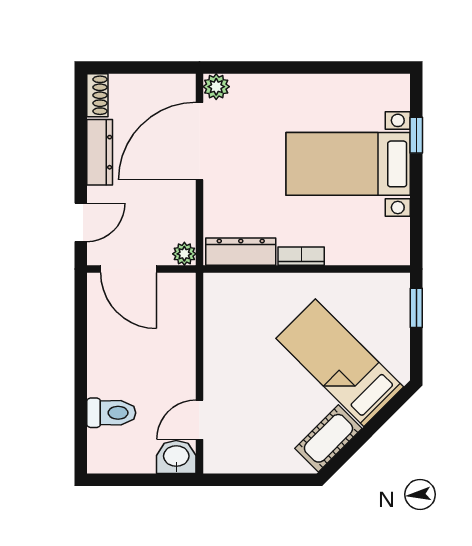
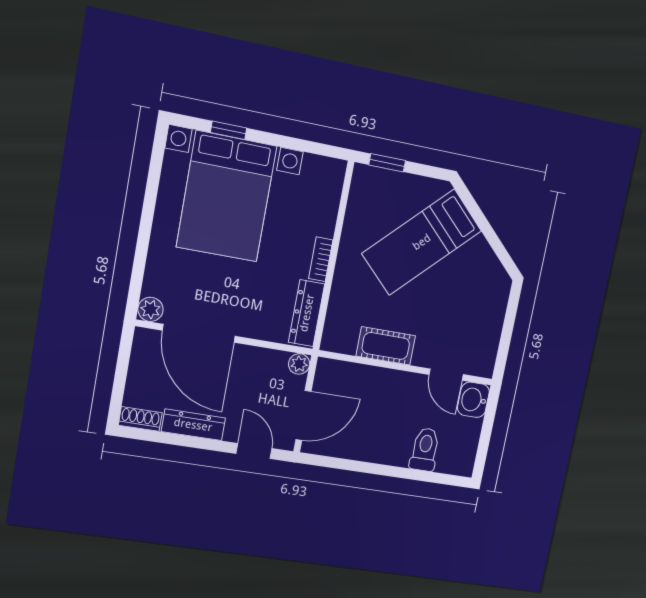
bed with nightstands: (348, 164) -> (227, 197), width x1.36
cot: (328, 438) -> (386, 346), moved, turned -45

